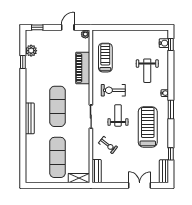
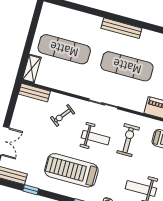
treadmill: (148, 127) -> (71, 170), turned 180

